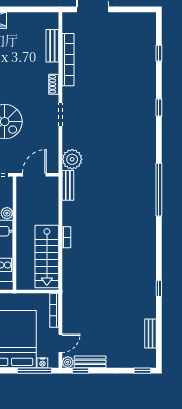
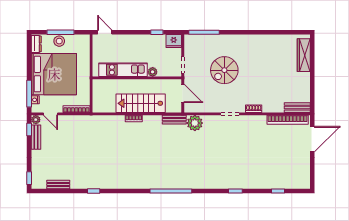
bench: (52, 46) -> (297, 108), moved
bookcase: (68, 60) -> (288, 120), moved
stairs: (47, 257) -> (141, 103), moved

